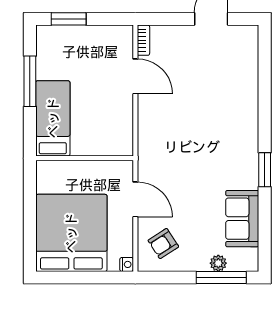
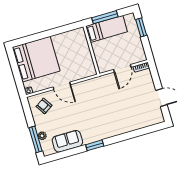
bed: (53, 118) -> (107, 29), moved
wall: (85, 158) -> (91, 50), moved
door: (135, 199) -> (62, 86), hinge flipped

